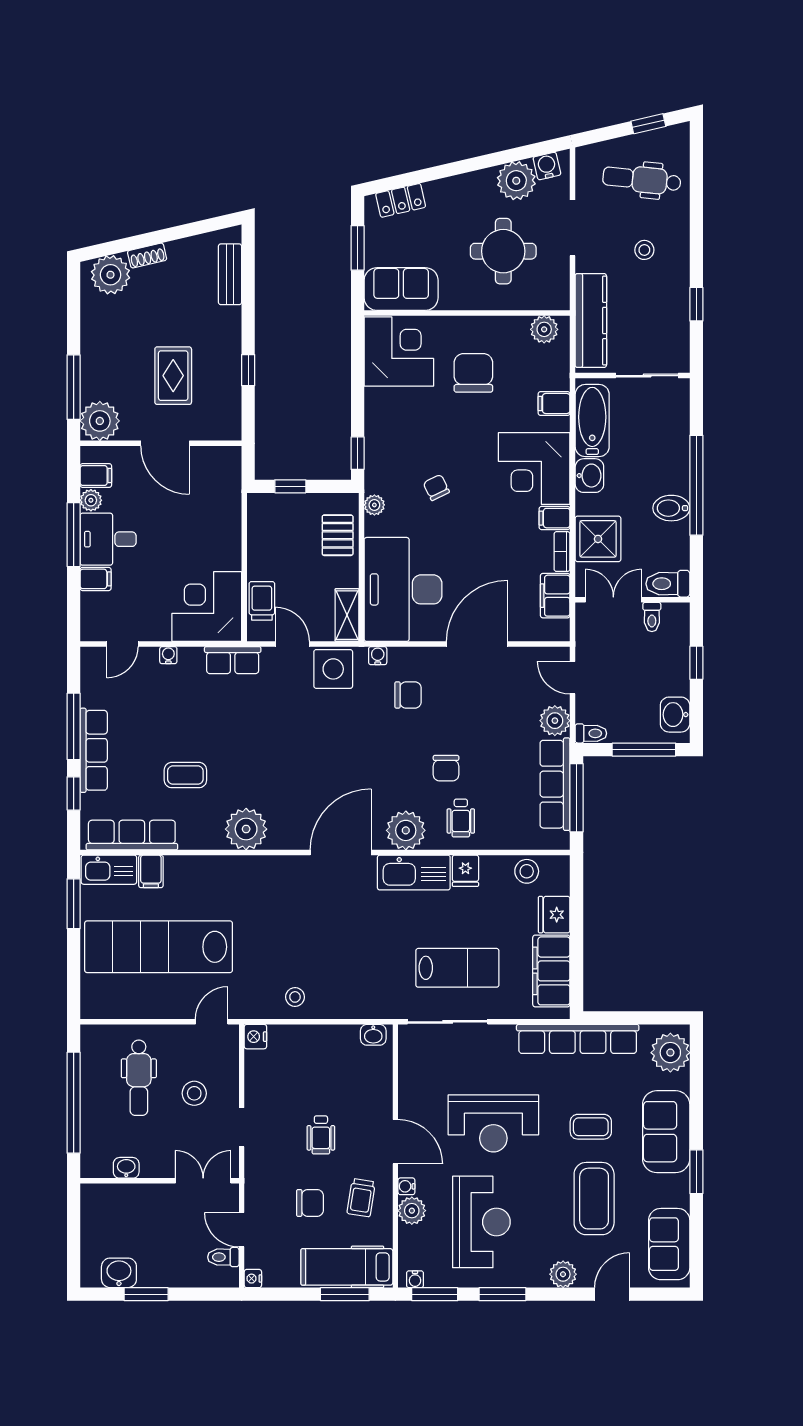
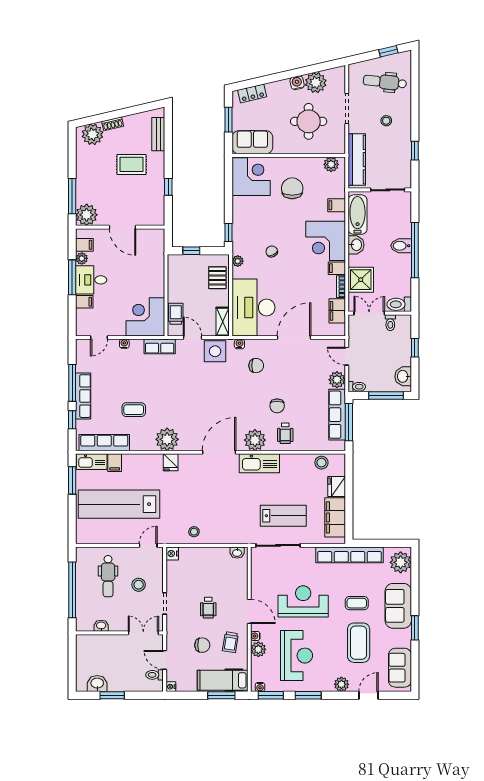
water cooler: (547, 166) -> (297, 83), moved
rug: (173, 376) -> (132, 164), moved, turned 90
bidet: (671, 508) -> (401, 246), moved
fridge: (465, 871) -> (171, 462), moved
reception desk: (493, 1123) -> (303, 601), turned 180

